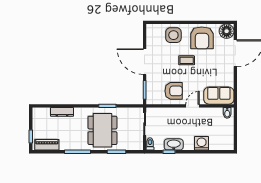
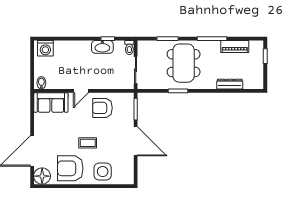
armchair: (202, 38) -> (70, 168), turned -90
washing machine: (202, 143) -> (45, 48), moved
piano: (47, 145) -> (235, 47), moved

